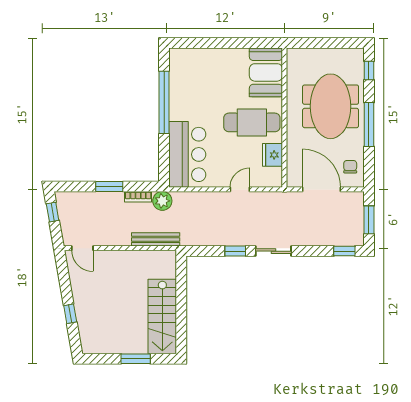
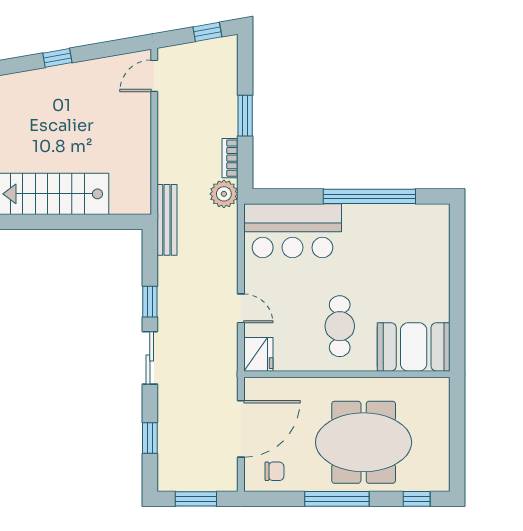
cafe table: (252, 122) -> (340, 326), width x0.73, depth x0.74
fridge: (273, 155) -> (258, 354), moved, turned 90
bench: (156, 239) -> (167, 220), moved
window: (344, 251) -> (150, 438), moved

